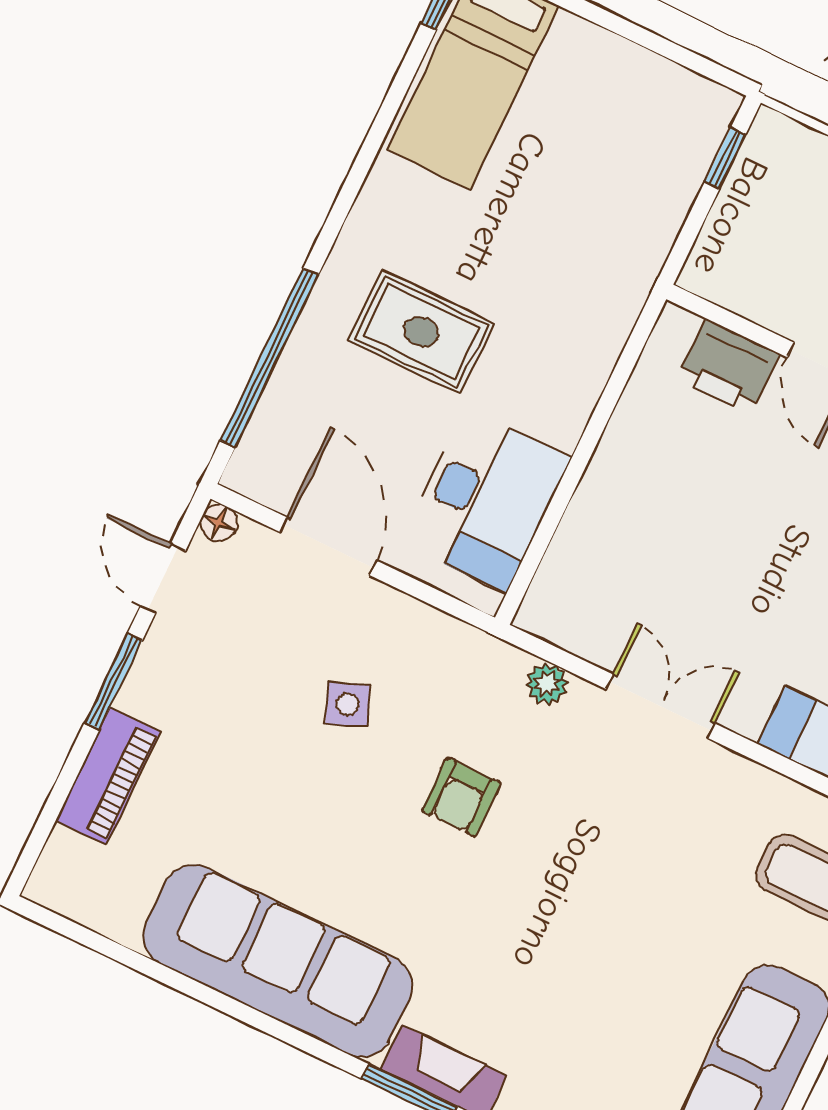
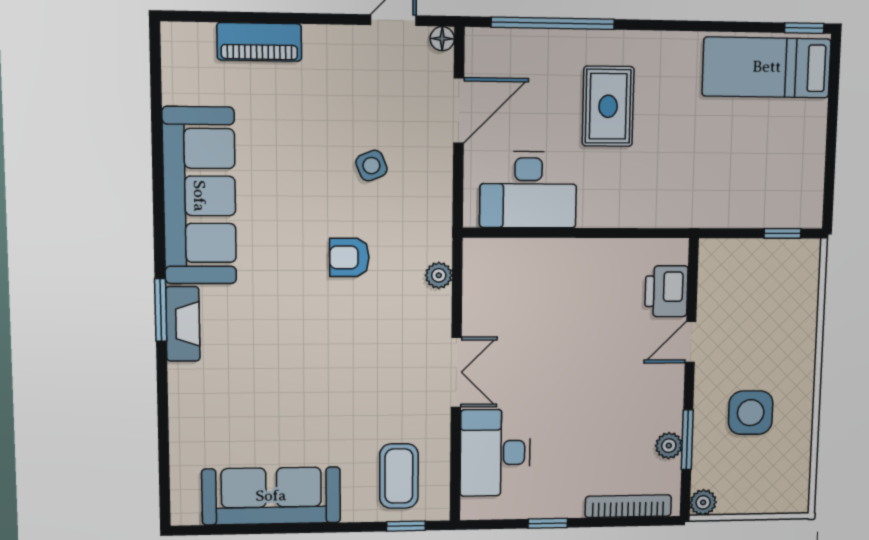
window: (113, 682) -> (318, 19), removed
double door: (660, 706) -> (456, 372), moved

